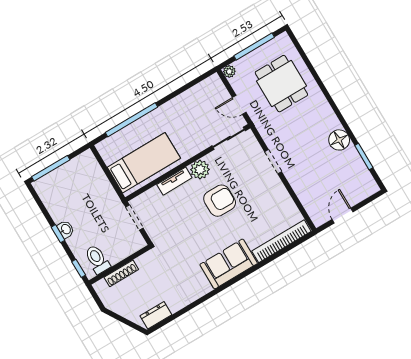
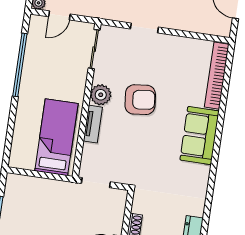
door: (239, 105) -> (59, 15), moved
window: (132, 120) -> (20, 65), moved
armchair: (220, 201) -> (140, 100), turned 84

